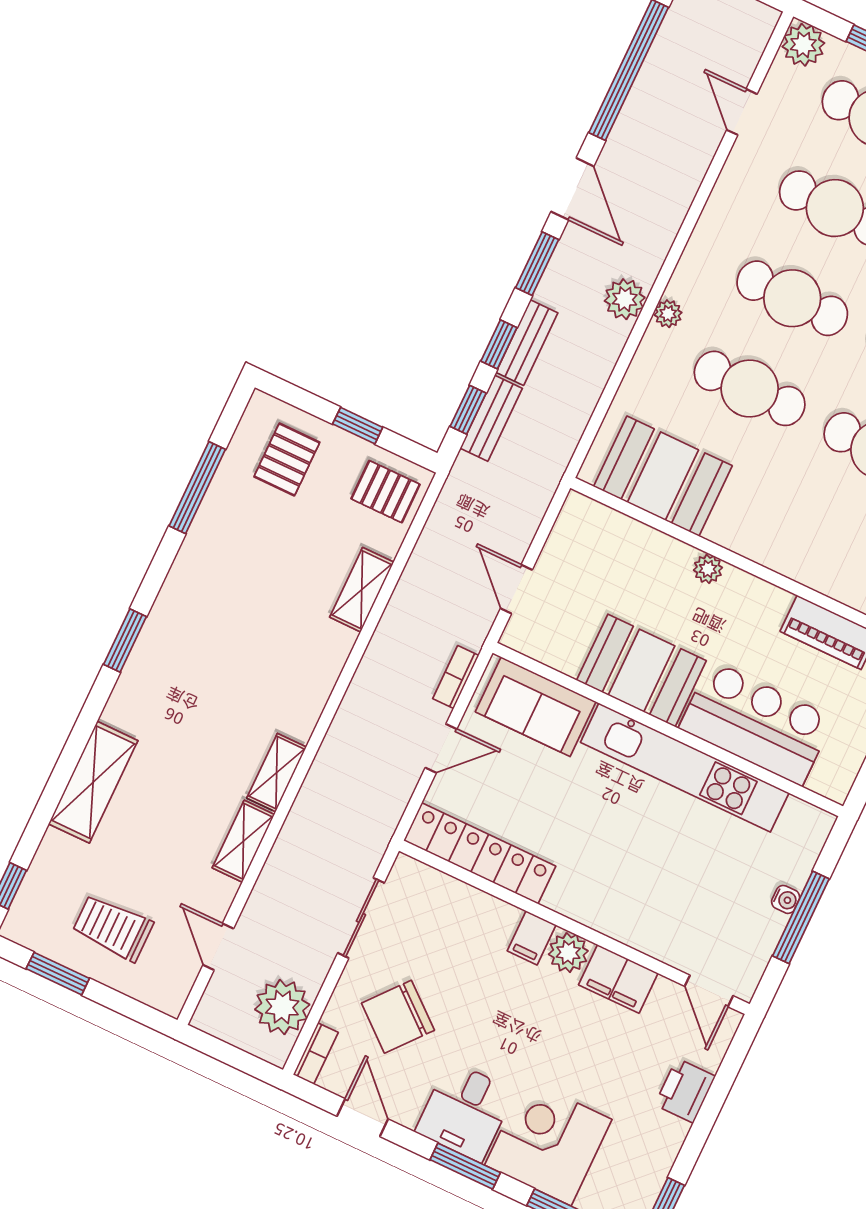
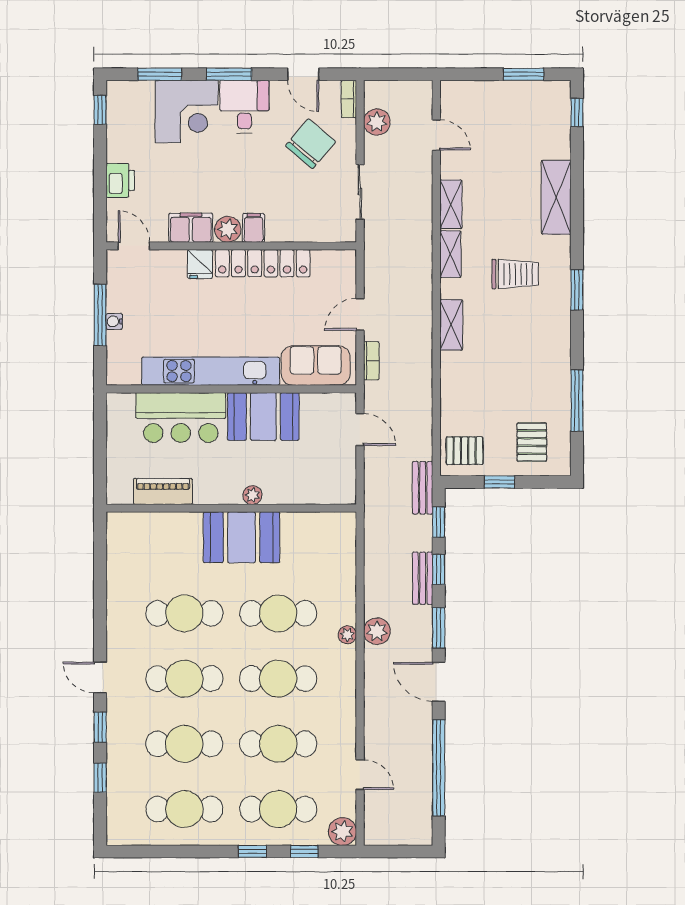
bench: (491, 418) -> (423, 488), moved
booth: (663, 476) -> (242, 537), moved
shelving: (362, 590) -> (451, 325), moved
locker: (480, 853) -> (263, 263), moved
fridge: (629, 923) -> (200, 264), added
trolley: (113, 928) -> (515, 274), moved
plant: (282, 1007) -> (377, 122), width x0.73, depth x0.73

